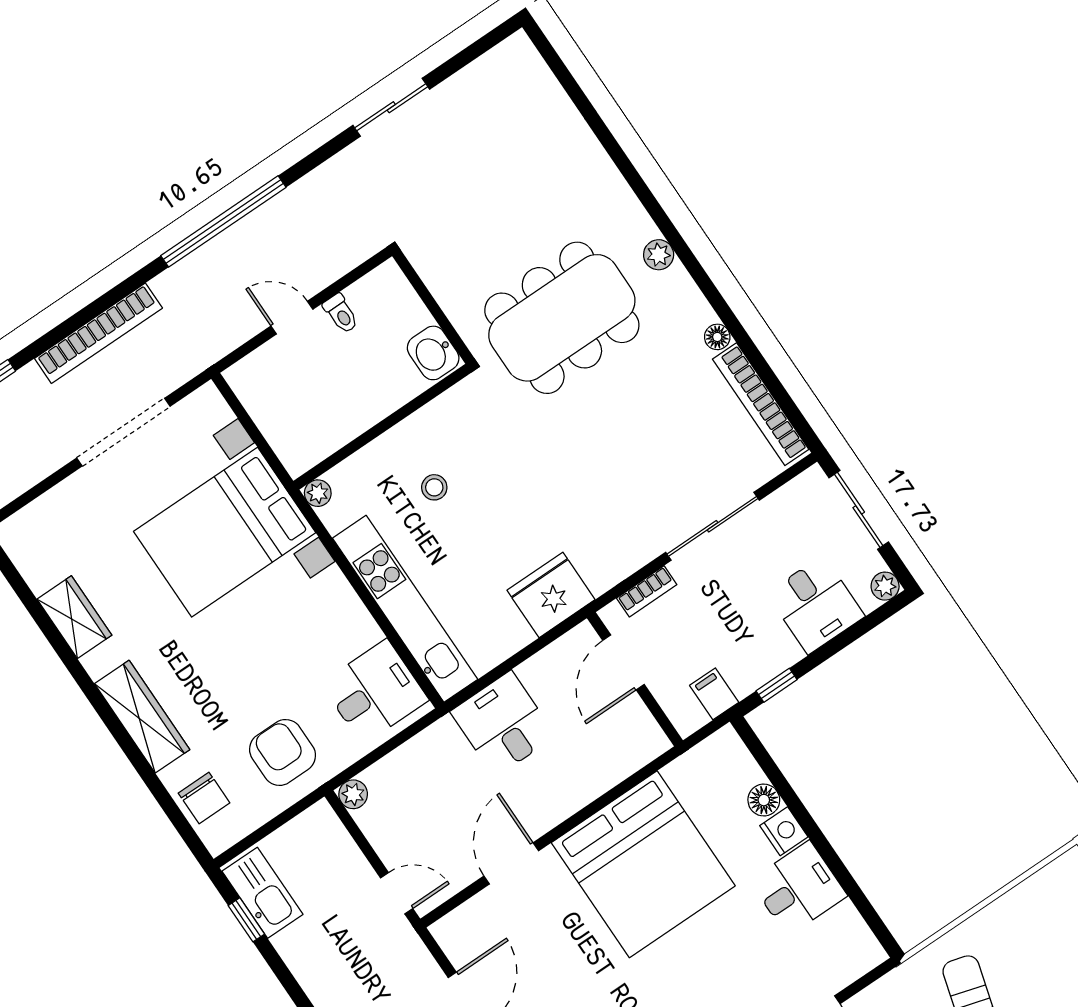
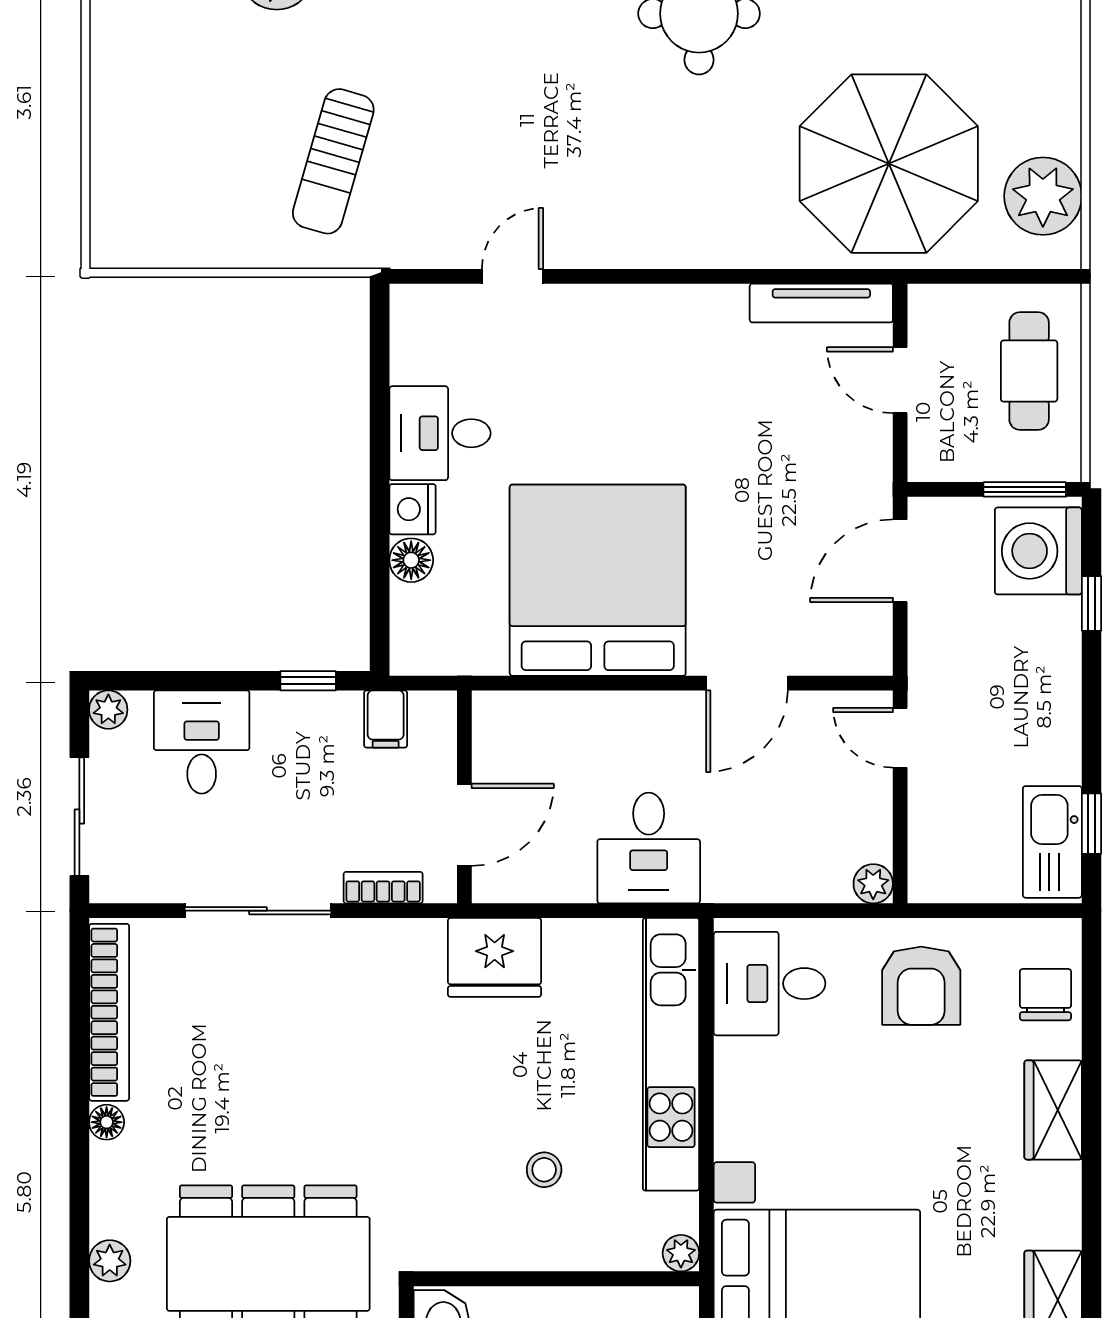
wardrobe: (142, 717) -> (1053, 1110), width x0.67

